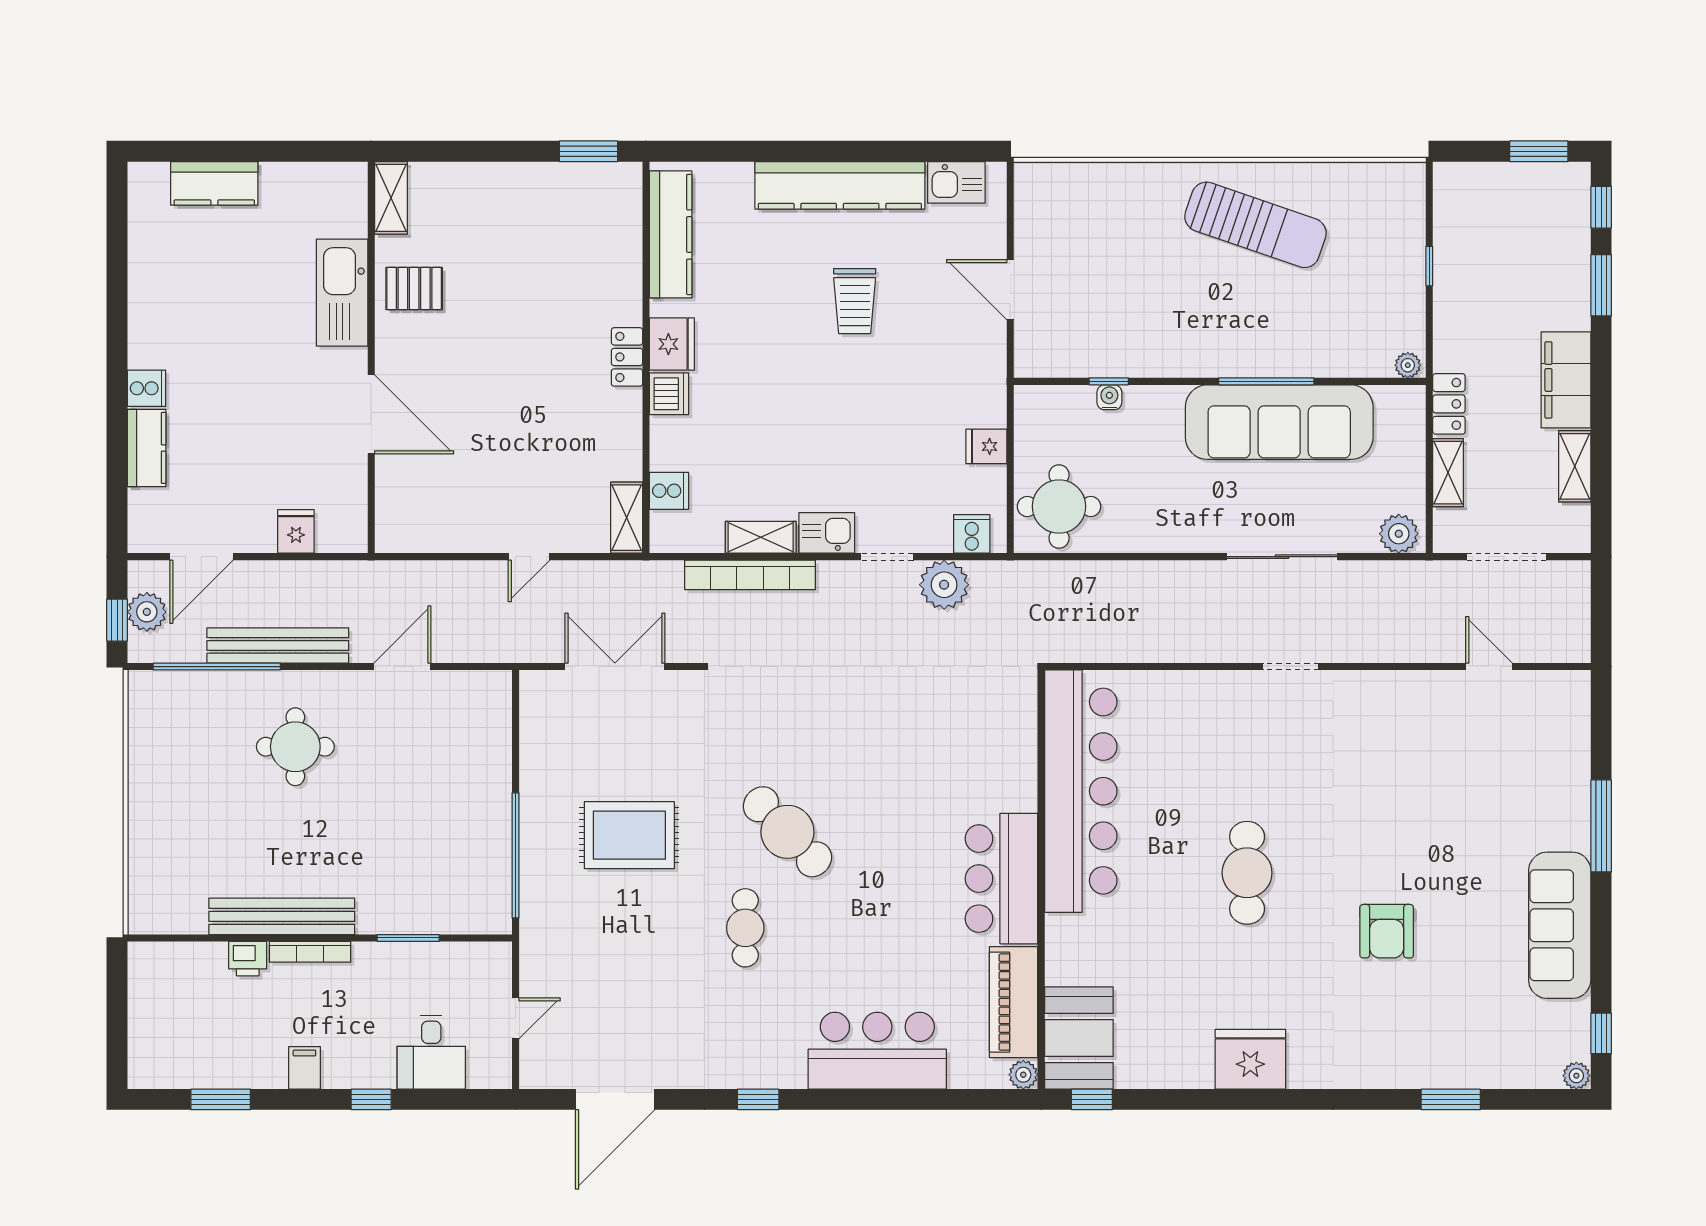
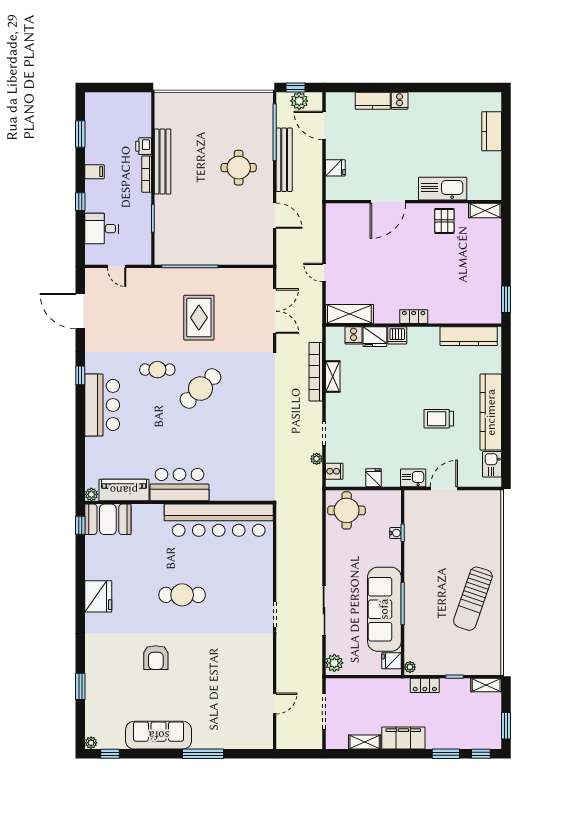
fridge: (672, 344) -> (375, 337), moved
locker: (1449, 404) -> (425, 685), moved
fridge: (1394, 406) -> (391, 661), added
shelving: (1448, 473) -> (486, 685), moved
shelving: (627, 518) -> (349, 314), width x1.50, depth x1.33
kitchen sink: (827, 533) -> (413, 478), moved, turned -90
plant: (944, 585) -> (317, 459), width x0.53, depth x0.53
armchair: (1387, 931) -> (156, 658), turned -90
bar counter: (877, 1051) -> (102, 405), moved

